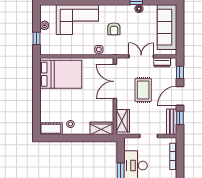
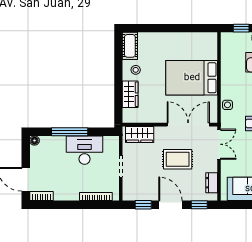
double door: (141, 56) -> (219, 144), moved
bed: (61, 74) -> (192, 78), moved, turned 90
bench: (172, 122) -> (138, 195), removed
wardrobe: (101, 128) -> (130, 94), moved

